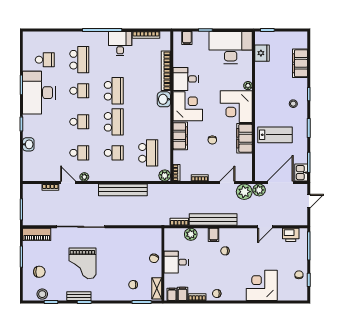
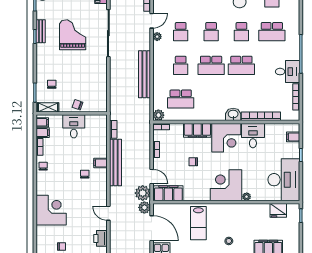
filing cabinet: (244, 138) -> (168, 193), moved
plant: (191, 234) -> (101, 141), removed
grand piano: (82, 263) -> (73, 35), turned 90

